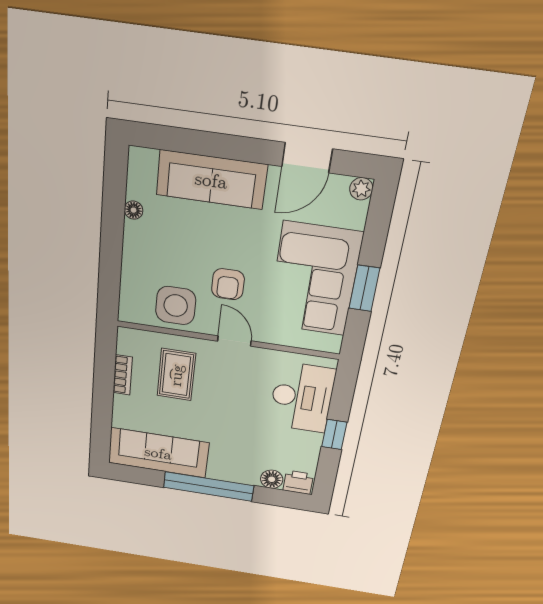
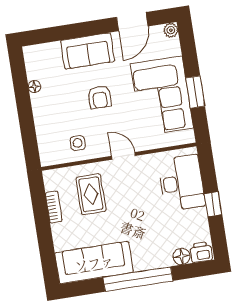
sofa: (211, 180) -> (88, 51), width x0.73
armchair: (228, 284) -> (100, 97), moved
side table: (176, 306) -> (78, 143), width x0.54, depth x0.54

